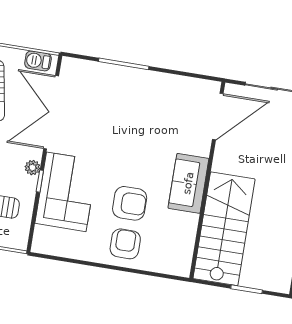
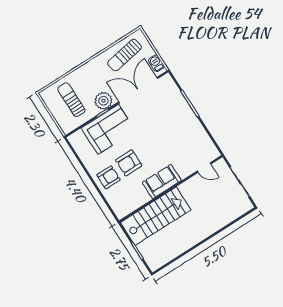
door: (218, 116) -> (204, 168), width x0.53
plant: (32, 168) -> (103, 101), width x1.87, depth x1.87
armchair: (130, 203) -> (129, 163), turned 90

